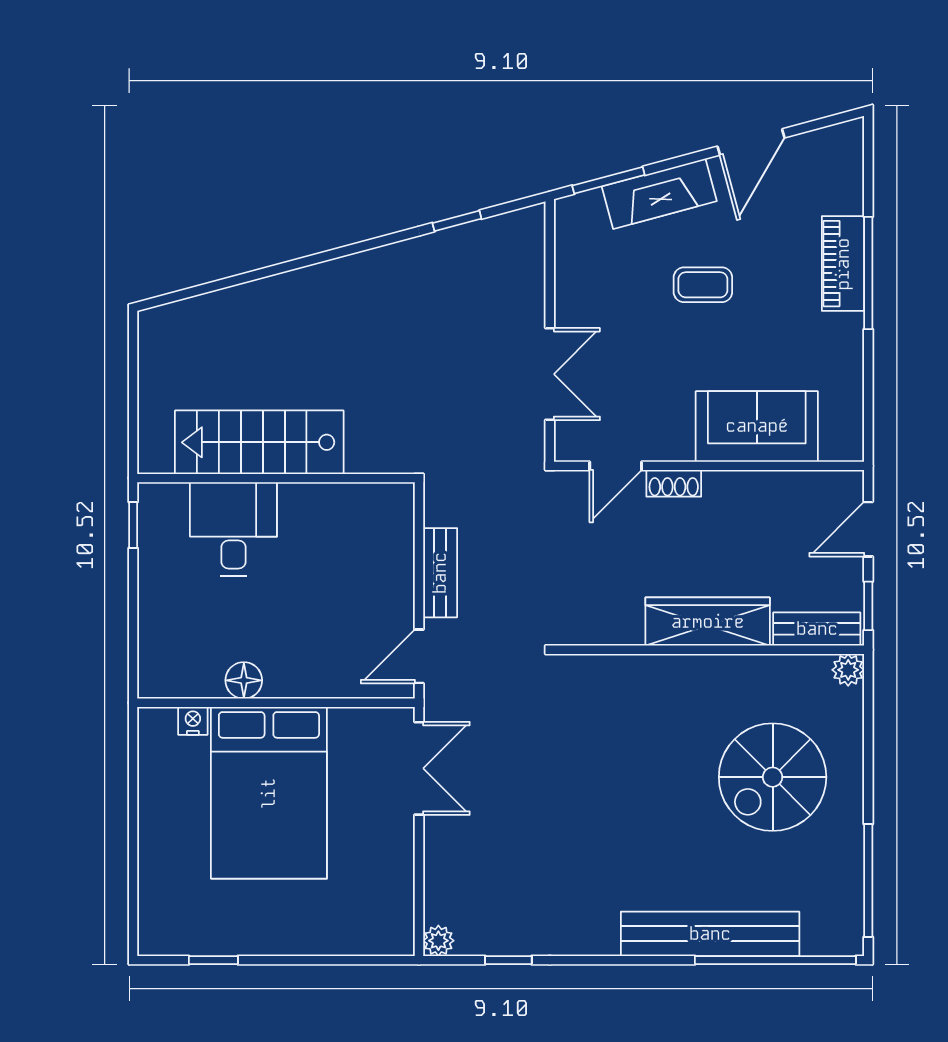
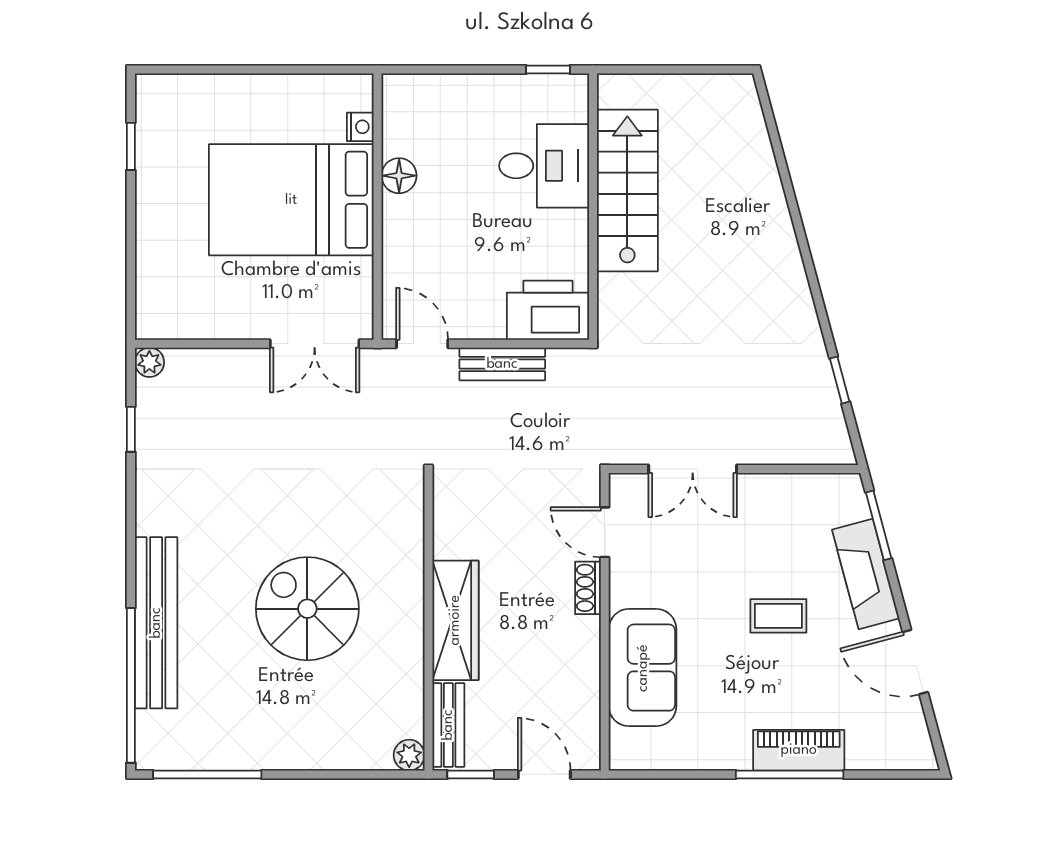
coffee table: (703, 285) -> (778, 616), turned 90
printer: (384, 525) -> (548, 310), added
spiral stairs: (773, 777) -> (307, 609), moved

